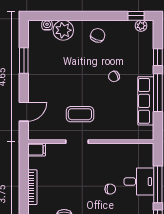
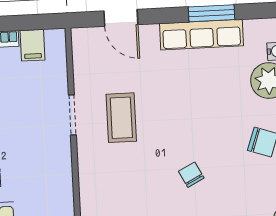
row of seats: (36, 67) -> (202, 35), added
filing cabinet: (37, 150) -> (32, 45), moved

